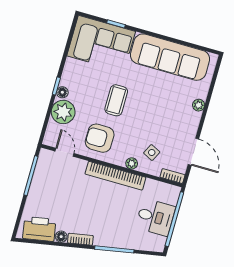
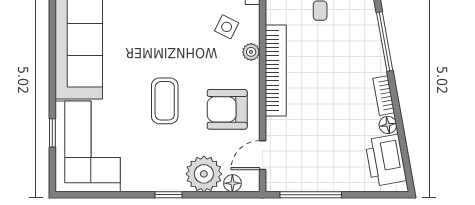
floor lamp: (62, 92) -> (232, 183), moved
coffee table: (116, 100) -> (165, 101), turned 90
armchair: (100, 138) -> (227, 109), turned 90

